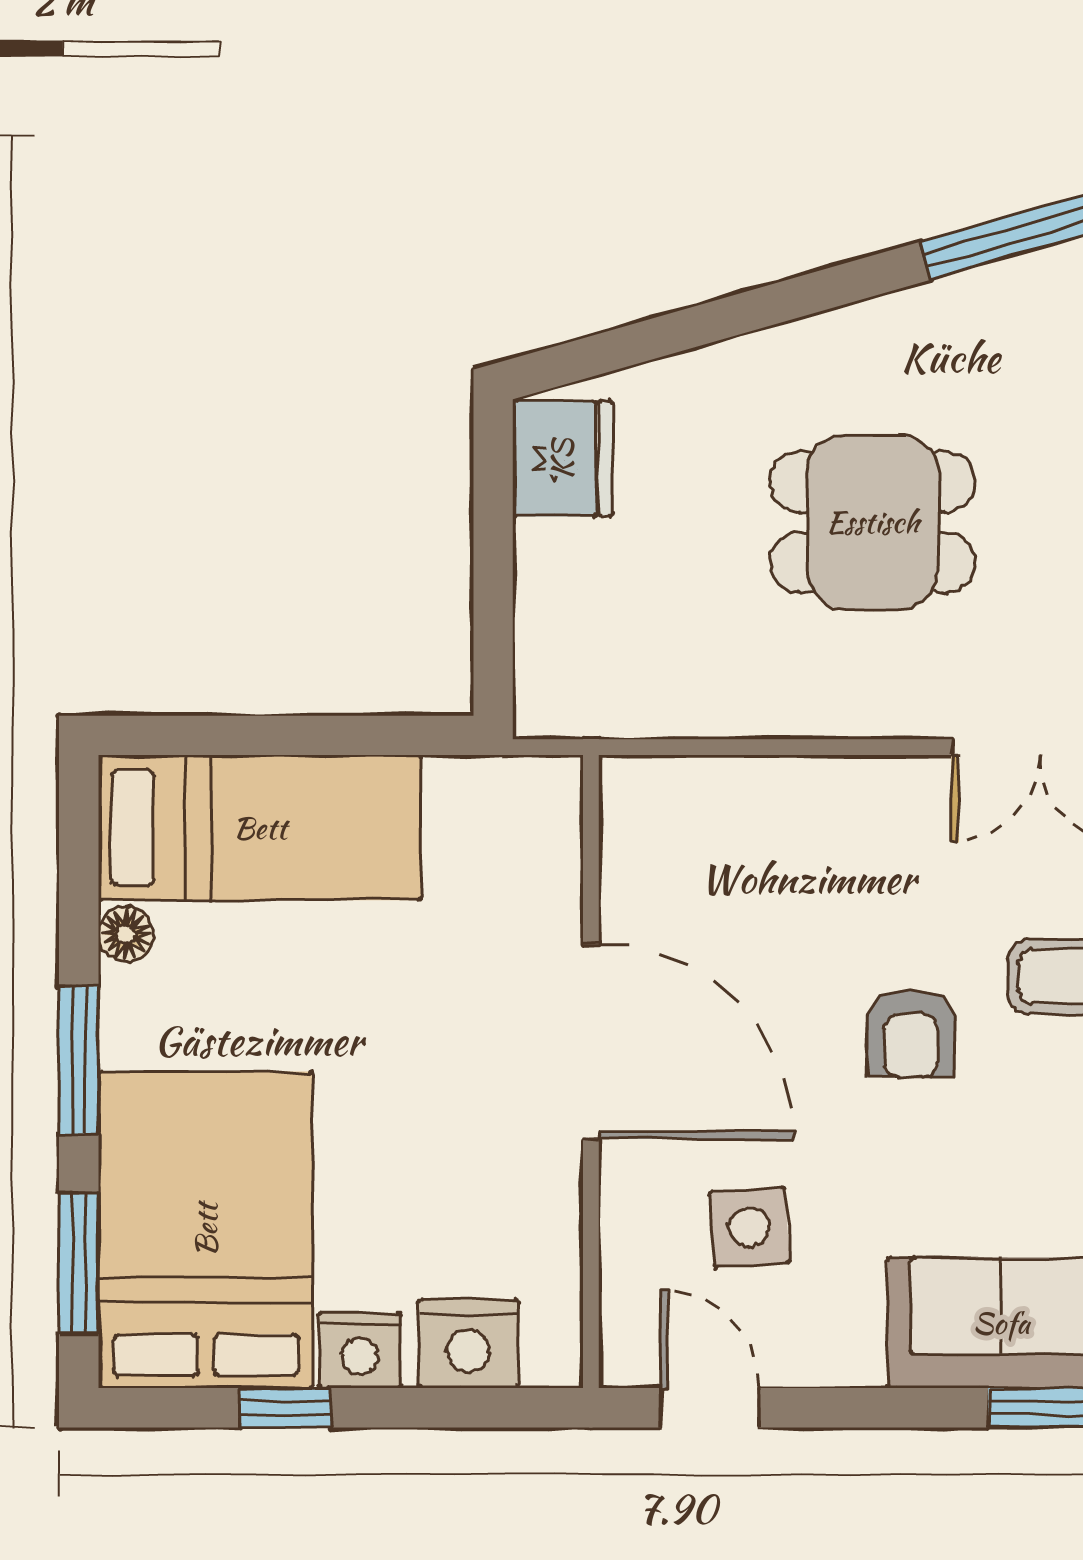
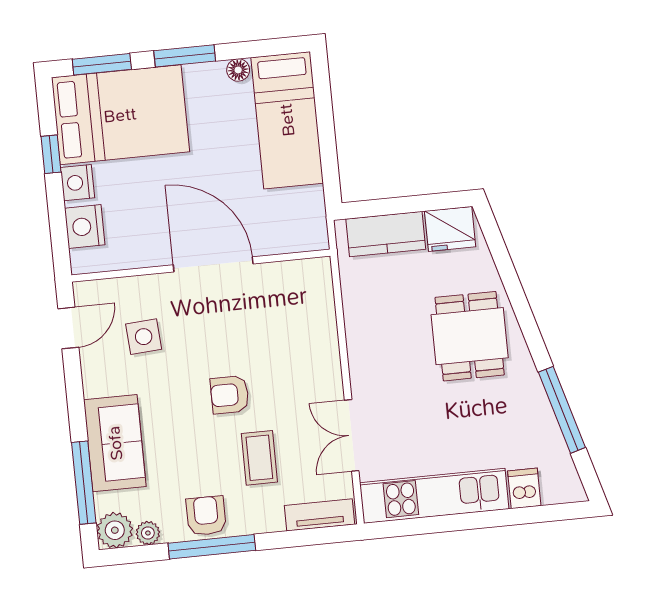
dining table: (873, 522) -> (470, 336), moved
kitchen counter: (559, 616) -> (386, 234), added
door: (591, 1041) -> (213, 264), swing flipped

